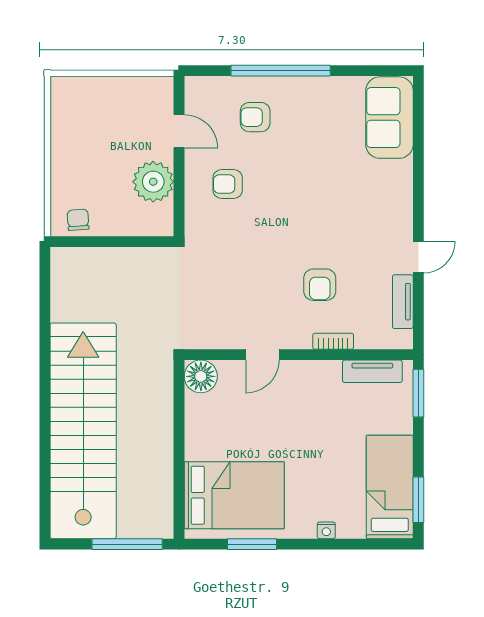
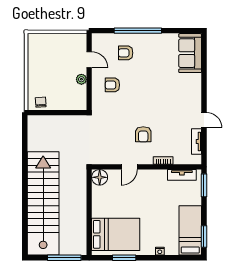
plant: (153, 182) -> (81, 79), width x0.53, depth x0.53
door: (418, 257) -> (204, 120), hinge flipped
armchair: (320, 285) -> (143, 134), moved

